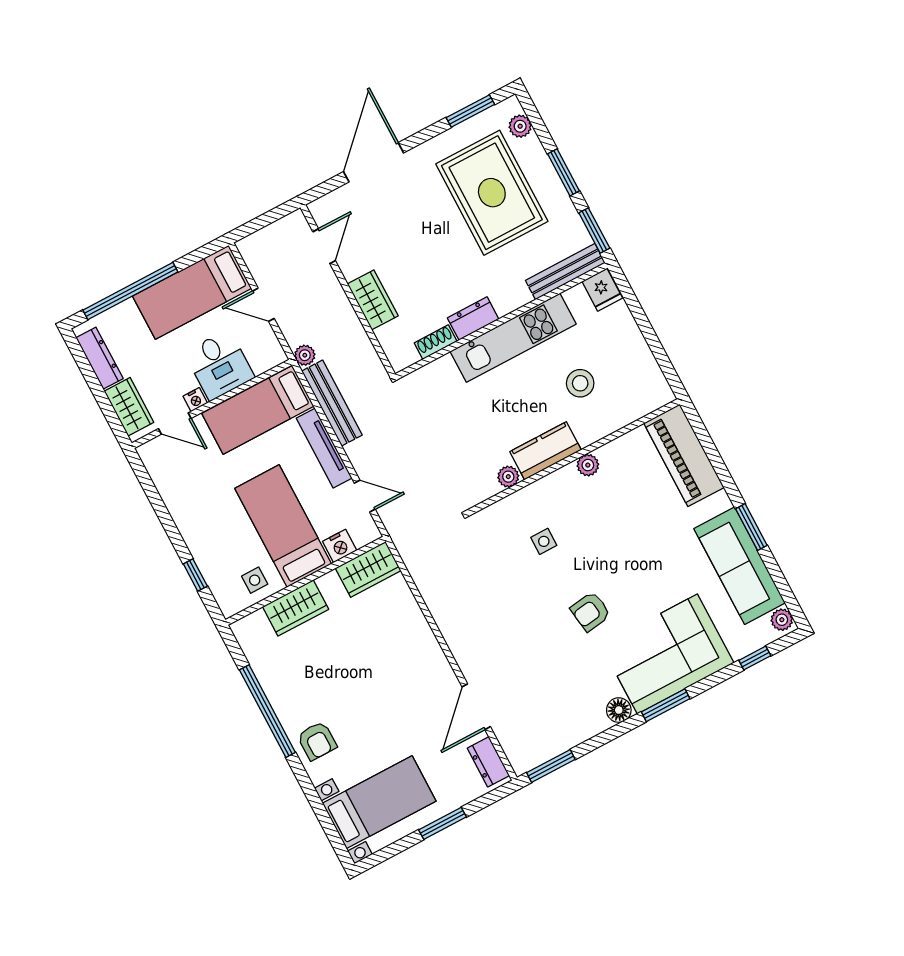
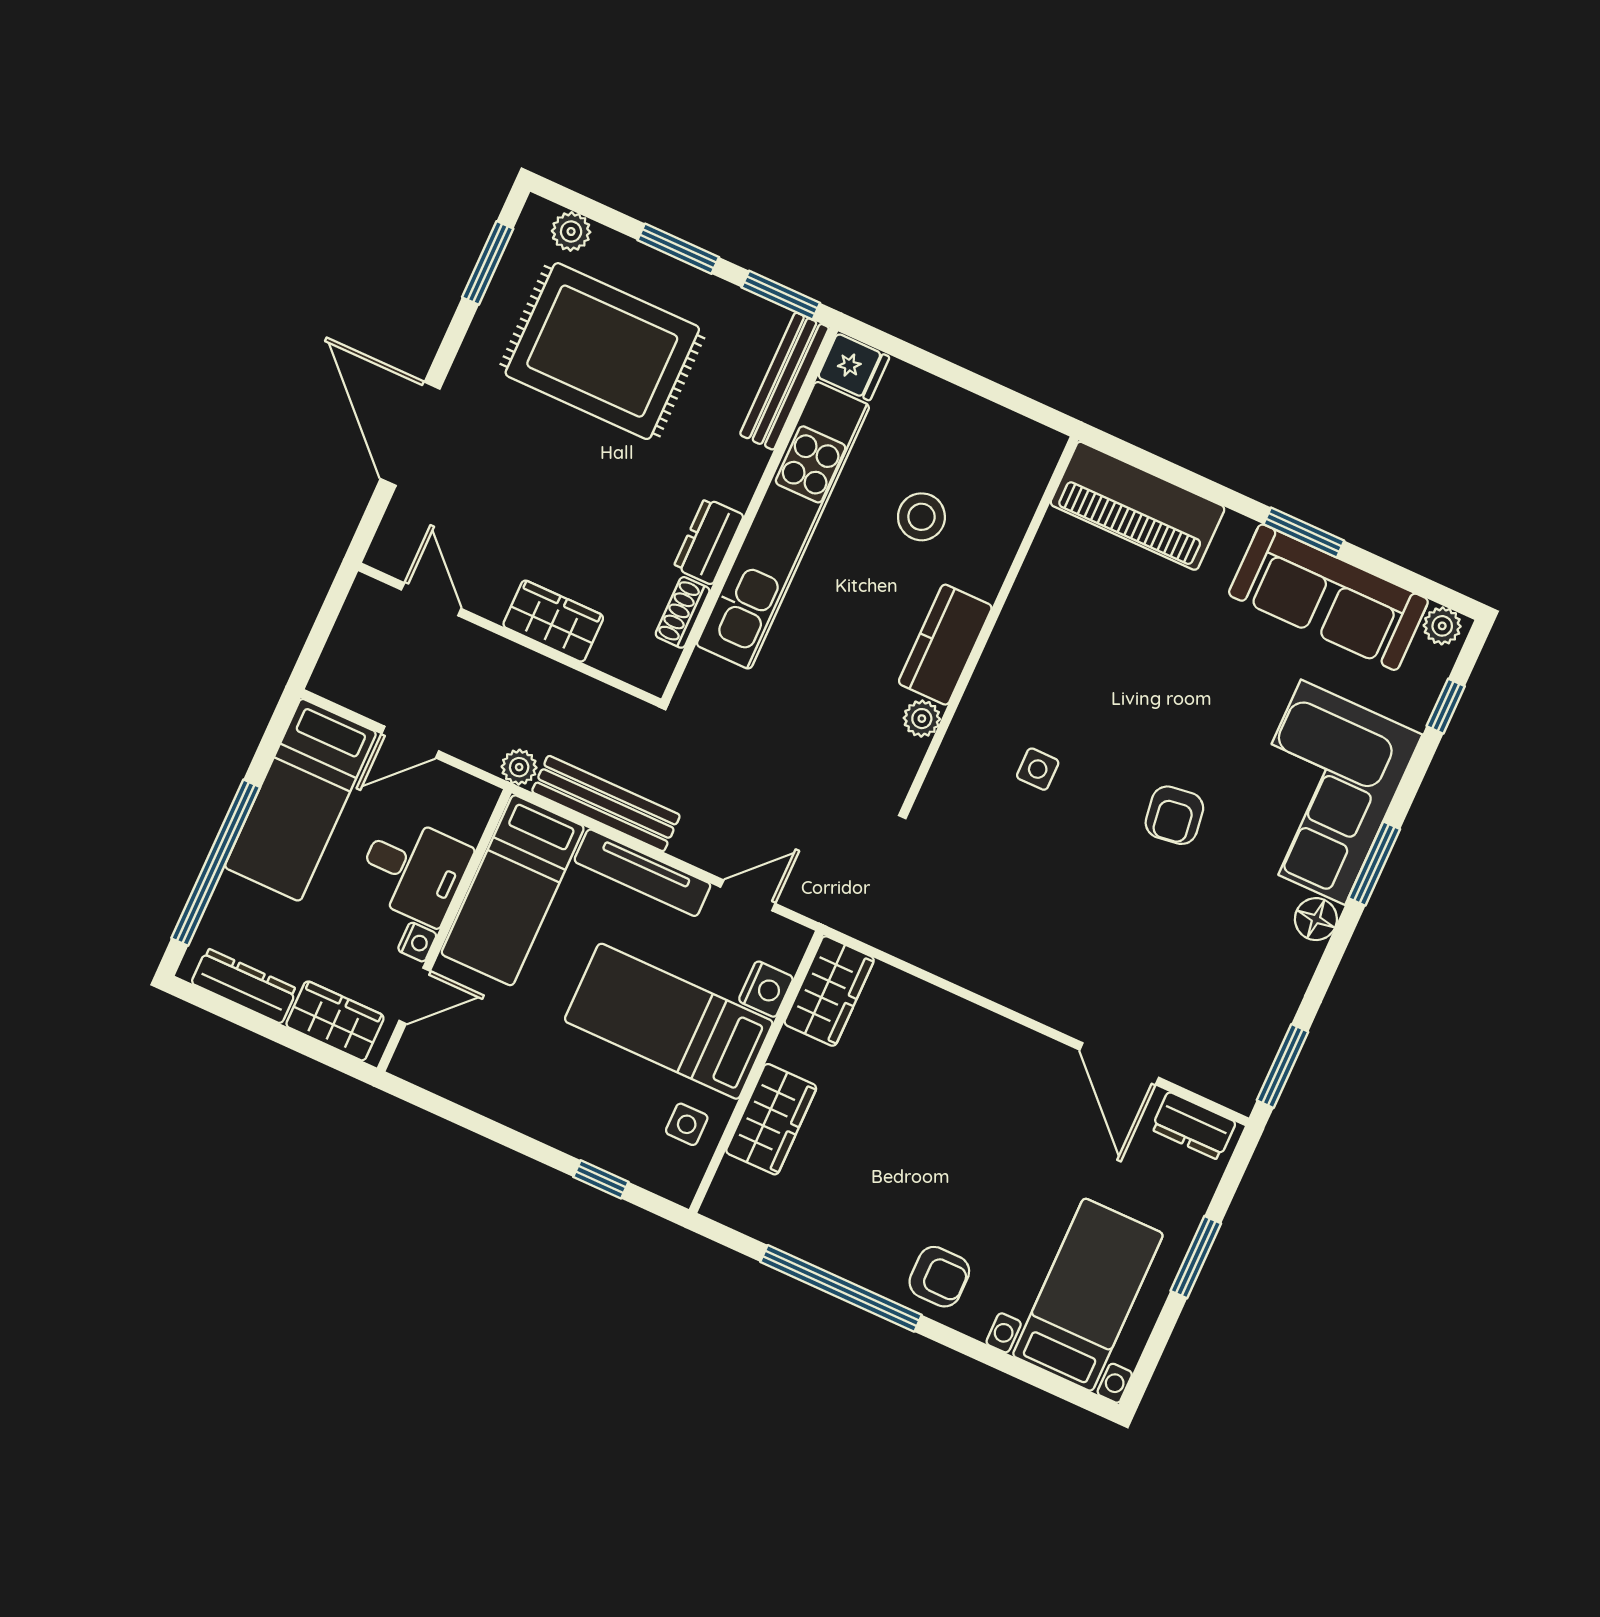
kitchen unit: (513, 338) -> (783, 525), width x1.36
plant: (588, 465) -> (1018, 620), removed

